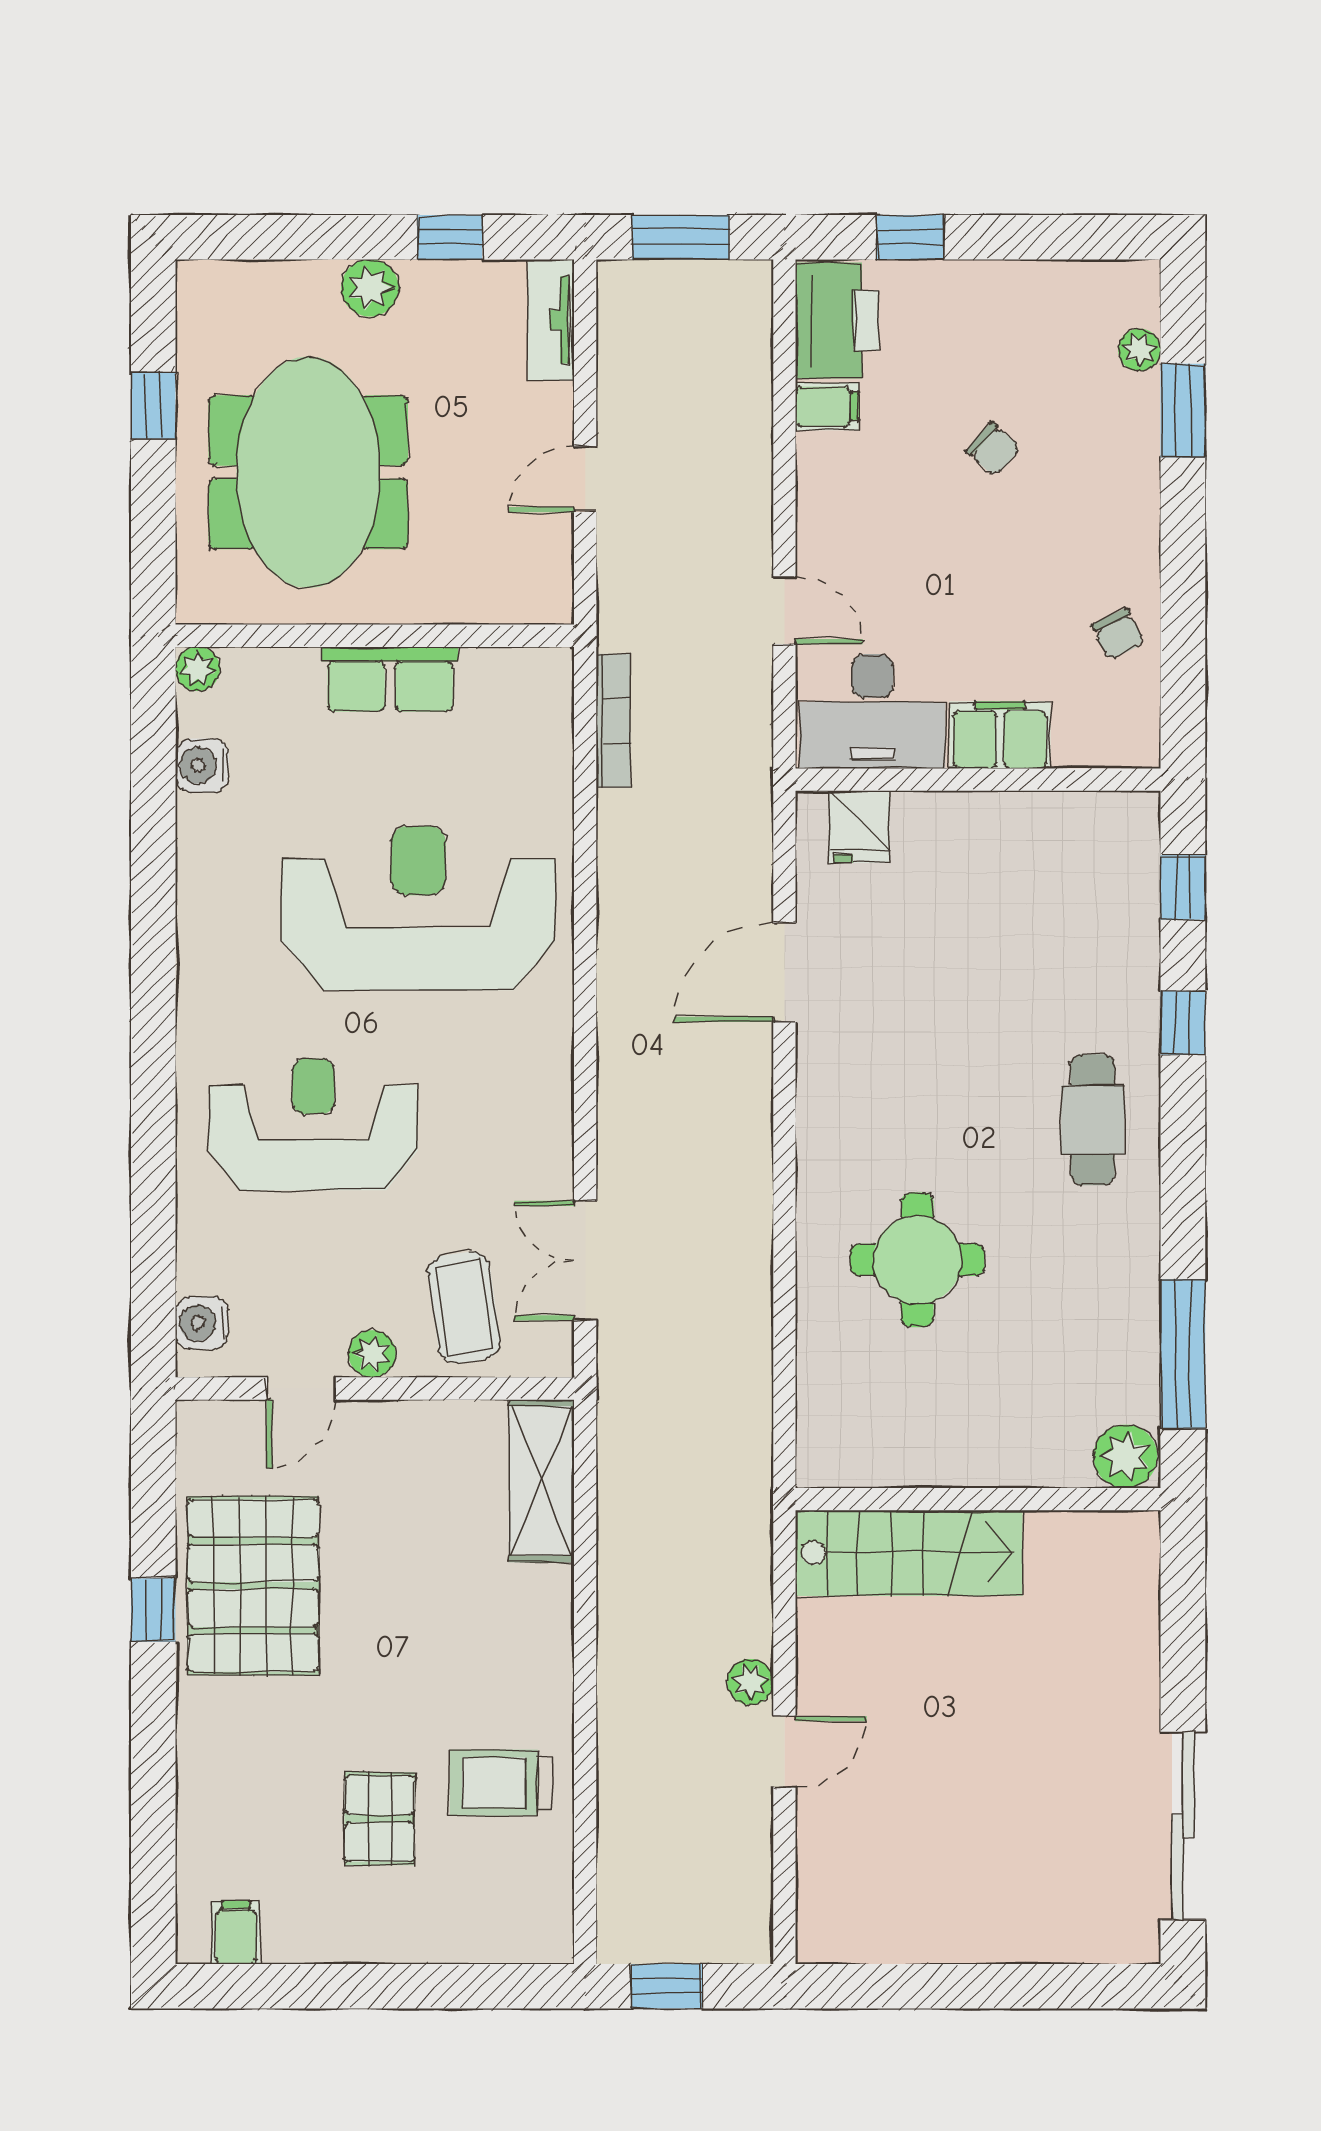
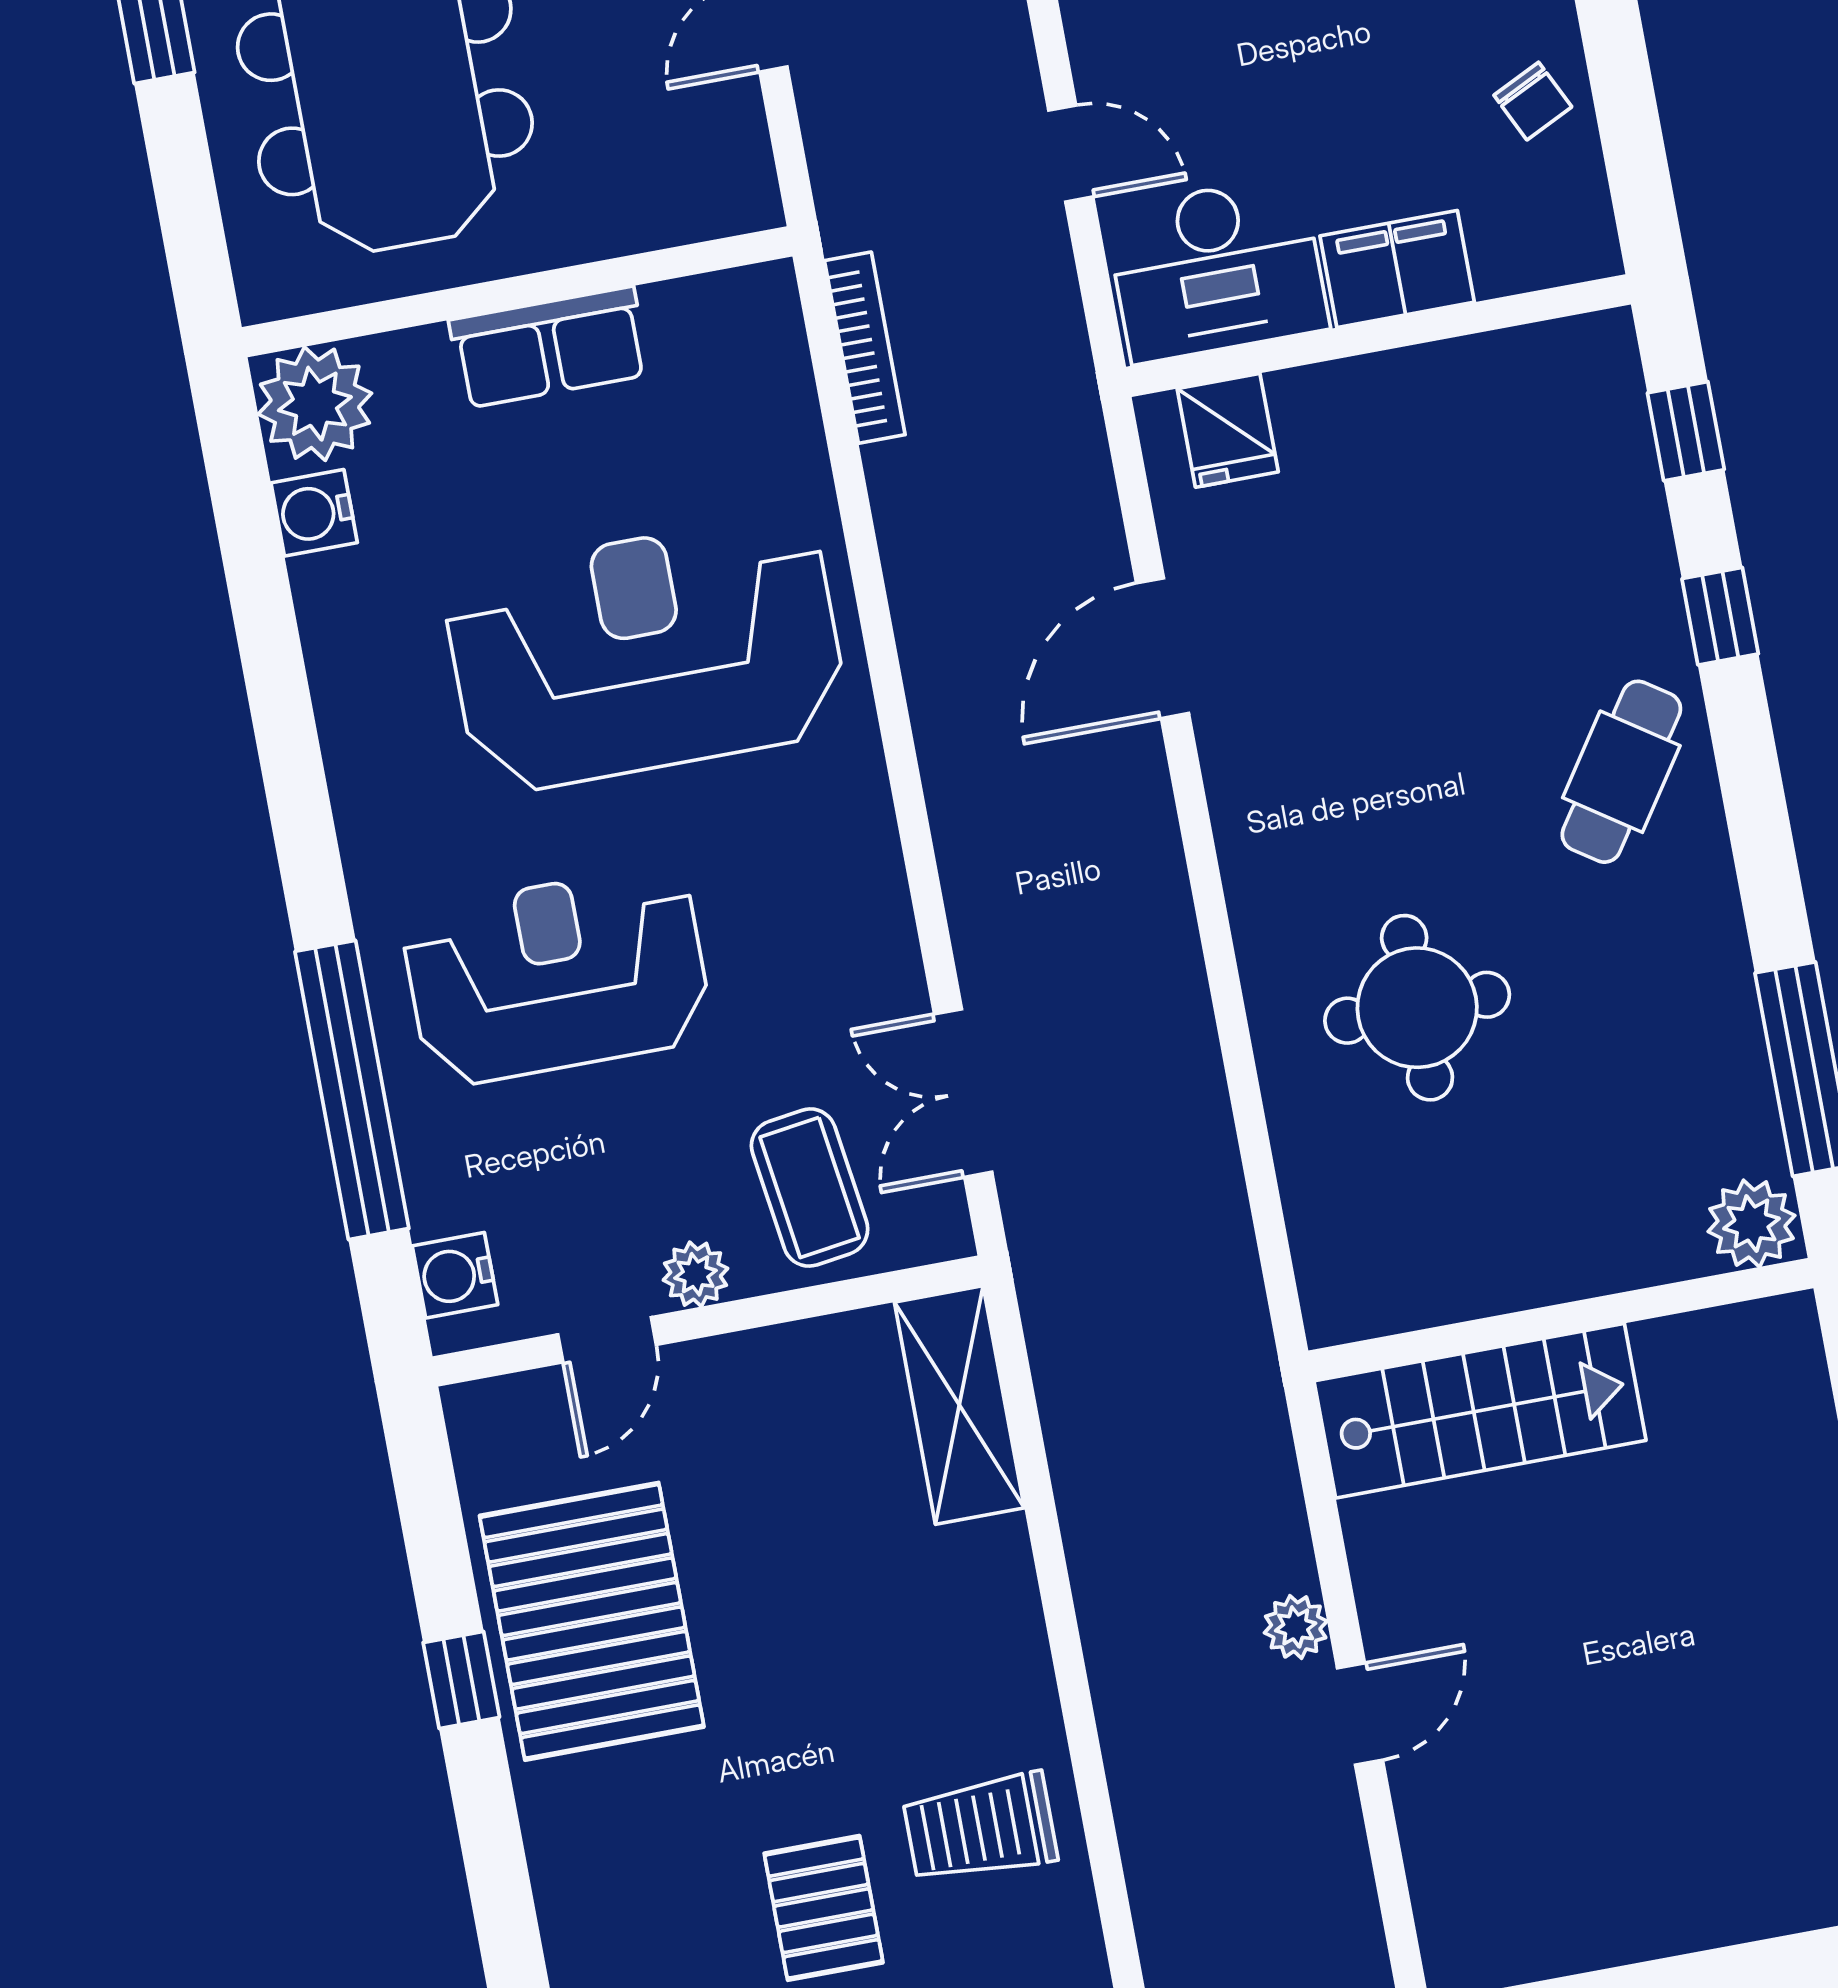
plant: (198, 669) -> (315, 404), width x1.88, depth x1.88
cafe table: (1093, 1120) -> (1621, 772), turned 34
window: (153, 1178) -> (352, 1090), added

